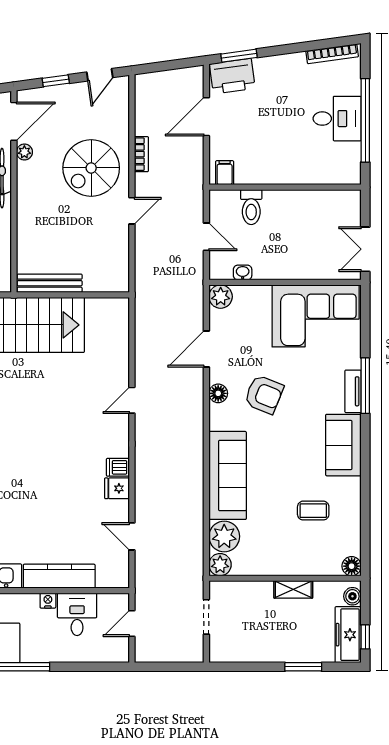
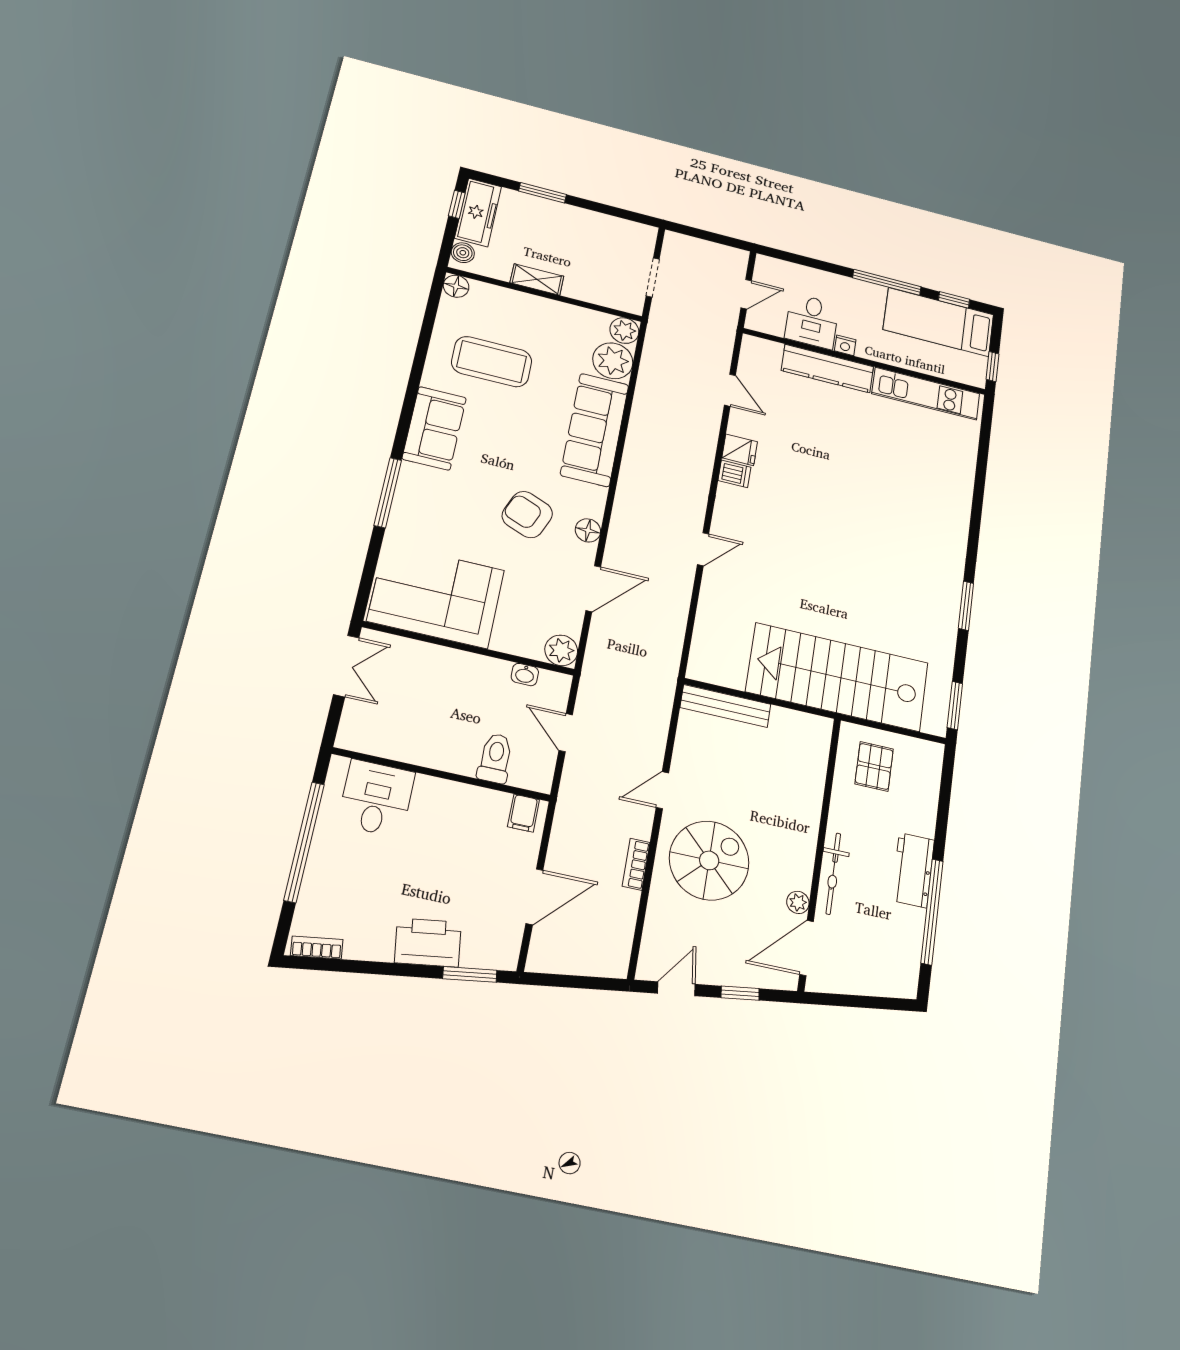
bookcase: (332, 54) -> (317, 948), width x0.64
printer: (232, 76) -> (428, 943), moved
desk: (337, 119) -> (376, 798), moved, turned 90
bench: (50, 283) -> (725, 706), moved
tv unit: (353, 391) -> (406, 490), removed
coffee table: (313, 511) -> (492, 362), width x1.86, depth x1.72

